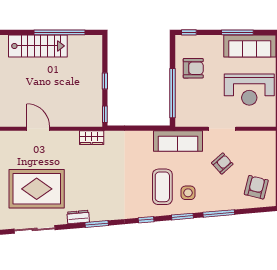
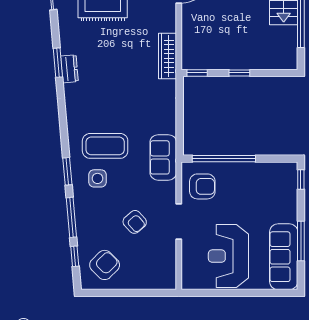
armchair: (193, 68) -> (202, 186), moved, turned -90
wardrobe: (92, 138) -> (168, 56), width x1.50
sofa: (178, 141) -> (163, 157), width x0.73
armchair: (256, 187) -> (105, 265), turned -59
dresser: (78, 217) -> (69, 69), moved
window: (146, 220) -> (75, 256), moved

